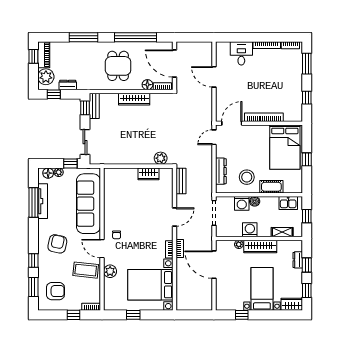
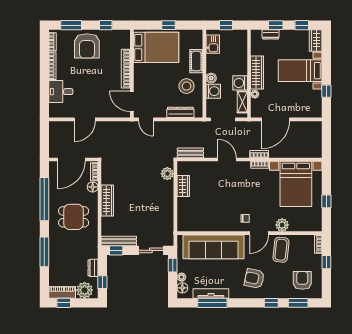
armchair: (286, 79) -> (87, 46), added
bench: (94, 106) -> (119, 241), width x1.36
shelving: (282, 232) -> (242, 102), moved

